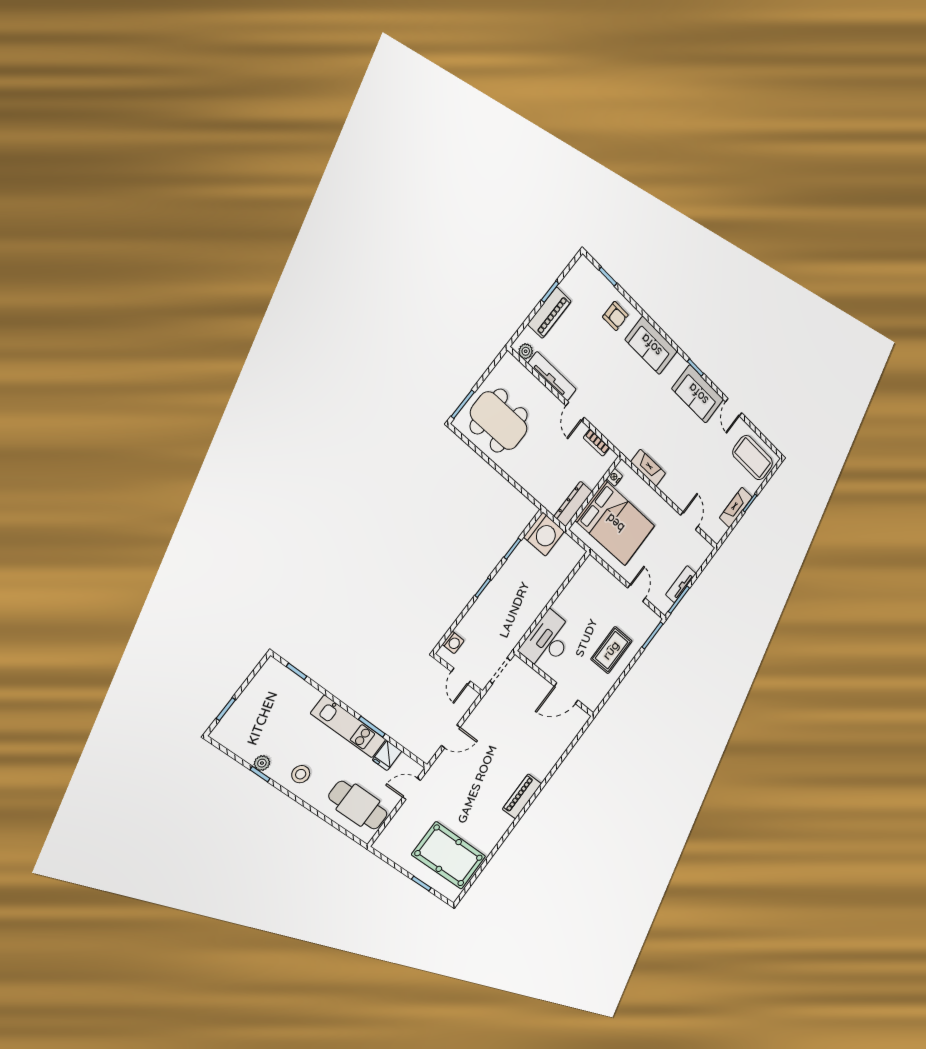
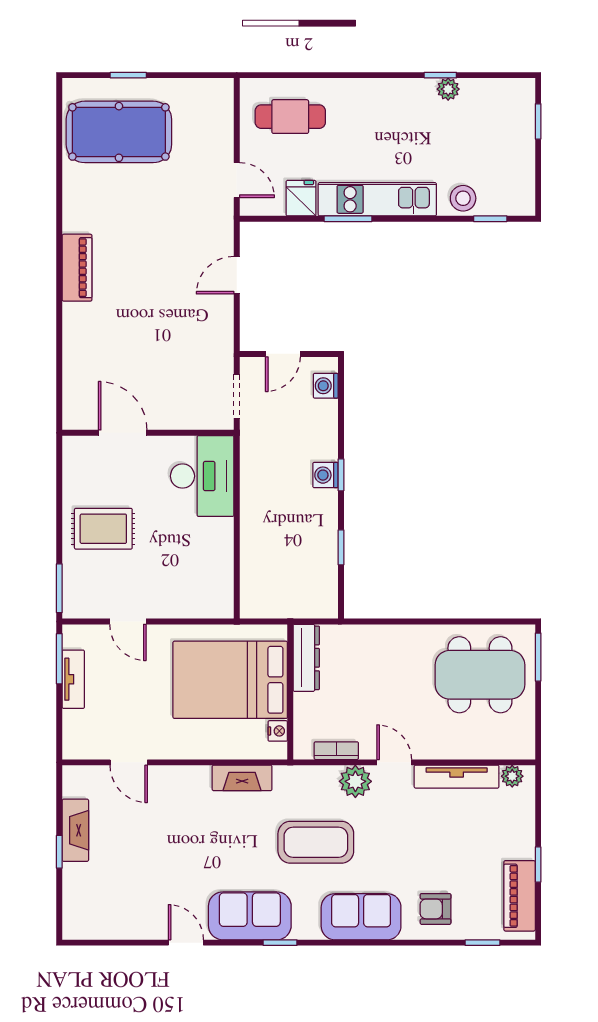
piano: (549, 313) -> (520, 896), moved
plant: (600, 418) -> (355, 781), added
coffee table: (753, 458) -> (316, 842), moved
washing machine: (544, 534) -> (325, 475), moved, width x0.53, depth x0.53
rug: (611, 650) -> (103, 529), turned 90
door: (461, 676) -> (283, 354), swing flipped
door: (566, 693) -> (123, 433), hinge flipped
stool: (301, 774) -> (463, 198), moved
door: (412, 789) -> (237, 180), hinge flipped
cafe table: (358, 805) -> (290, 117), width x0.73, depth x0.74

